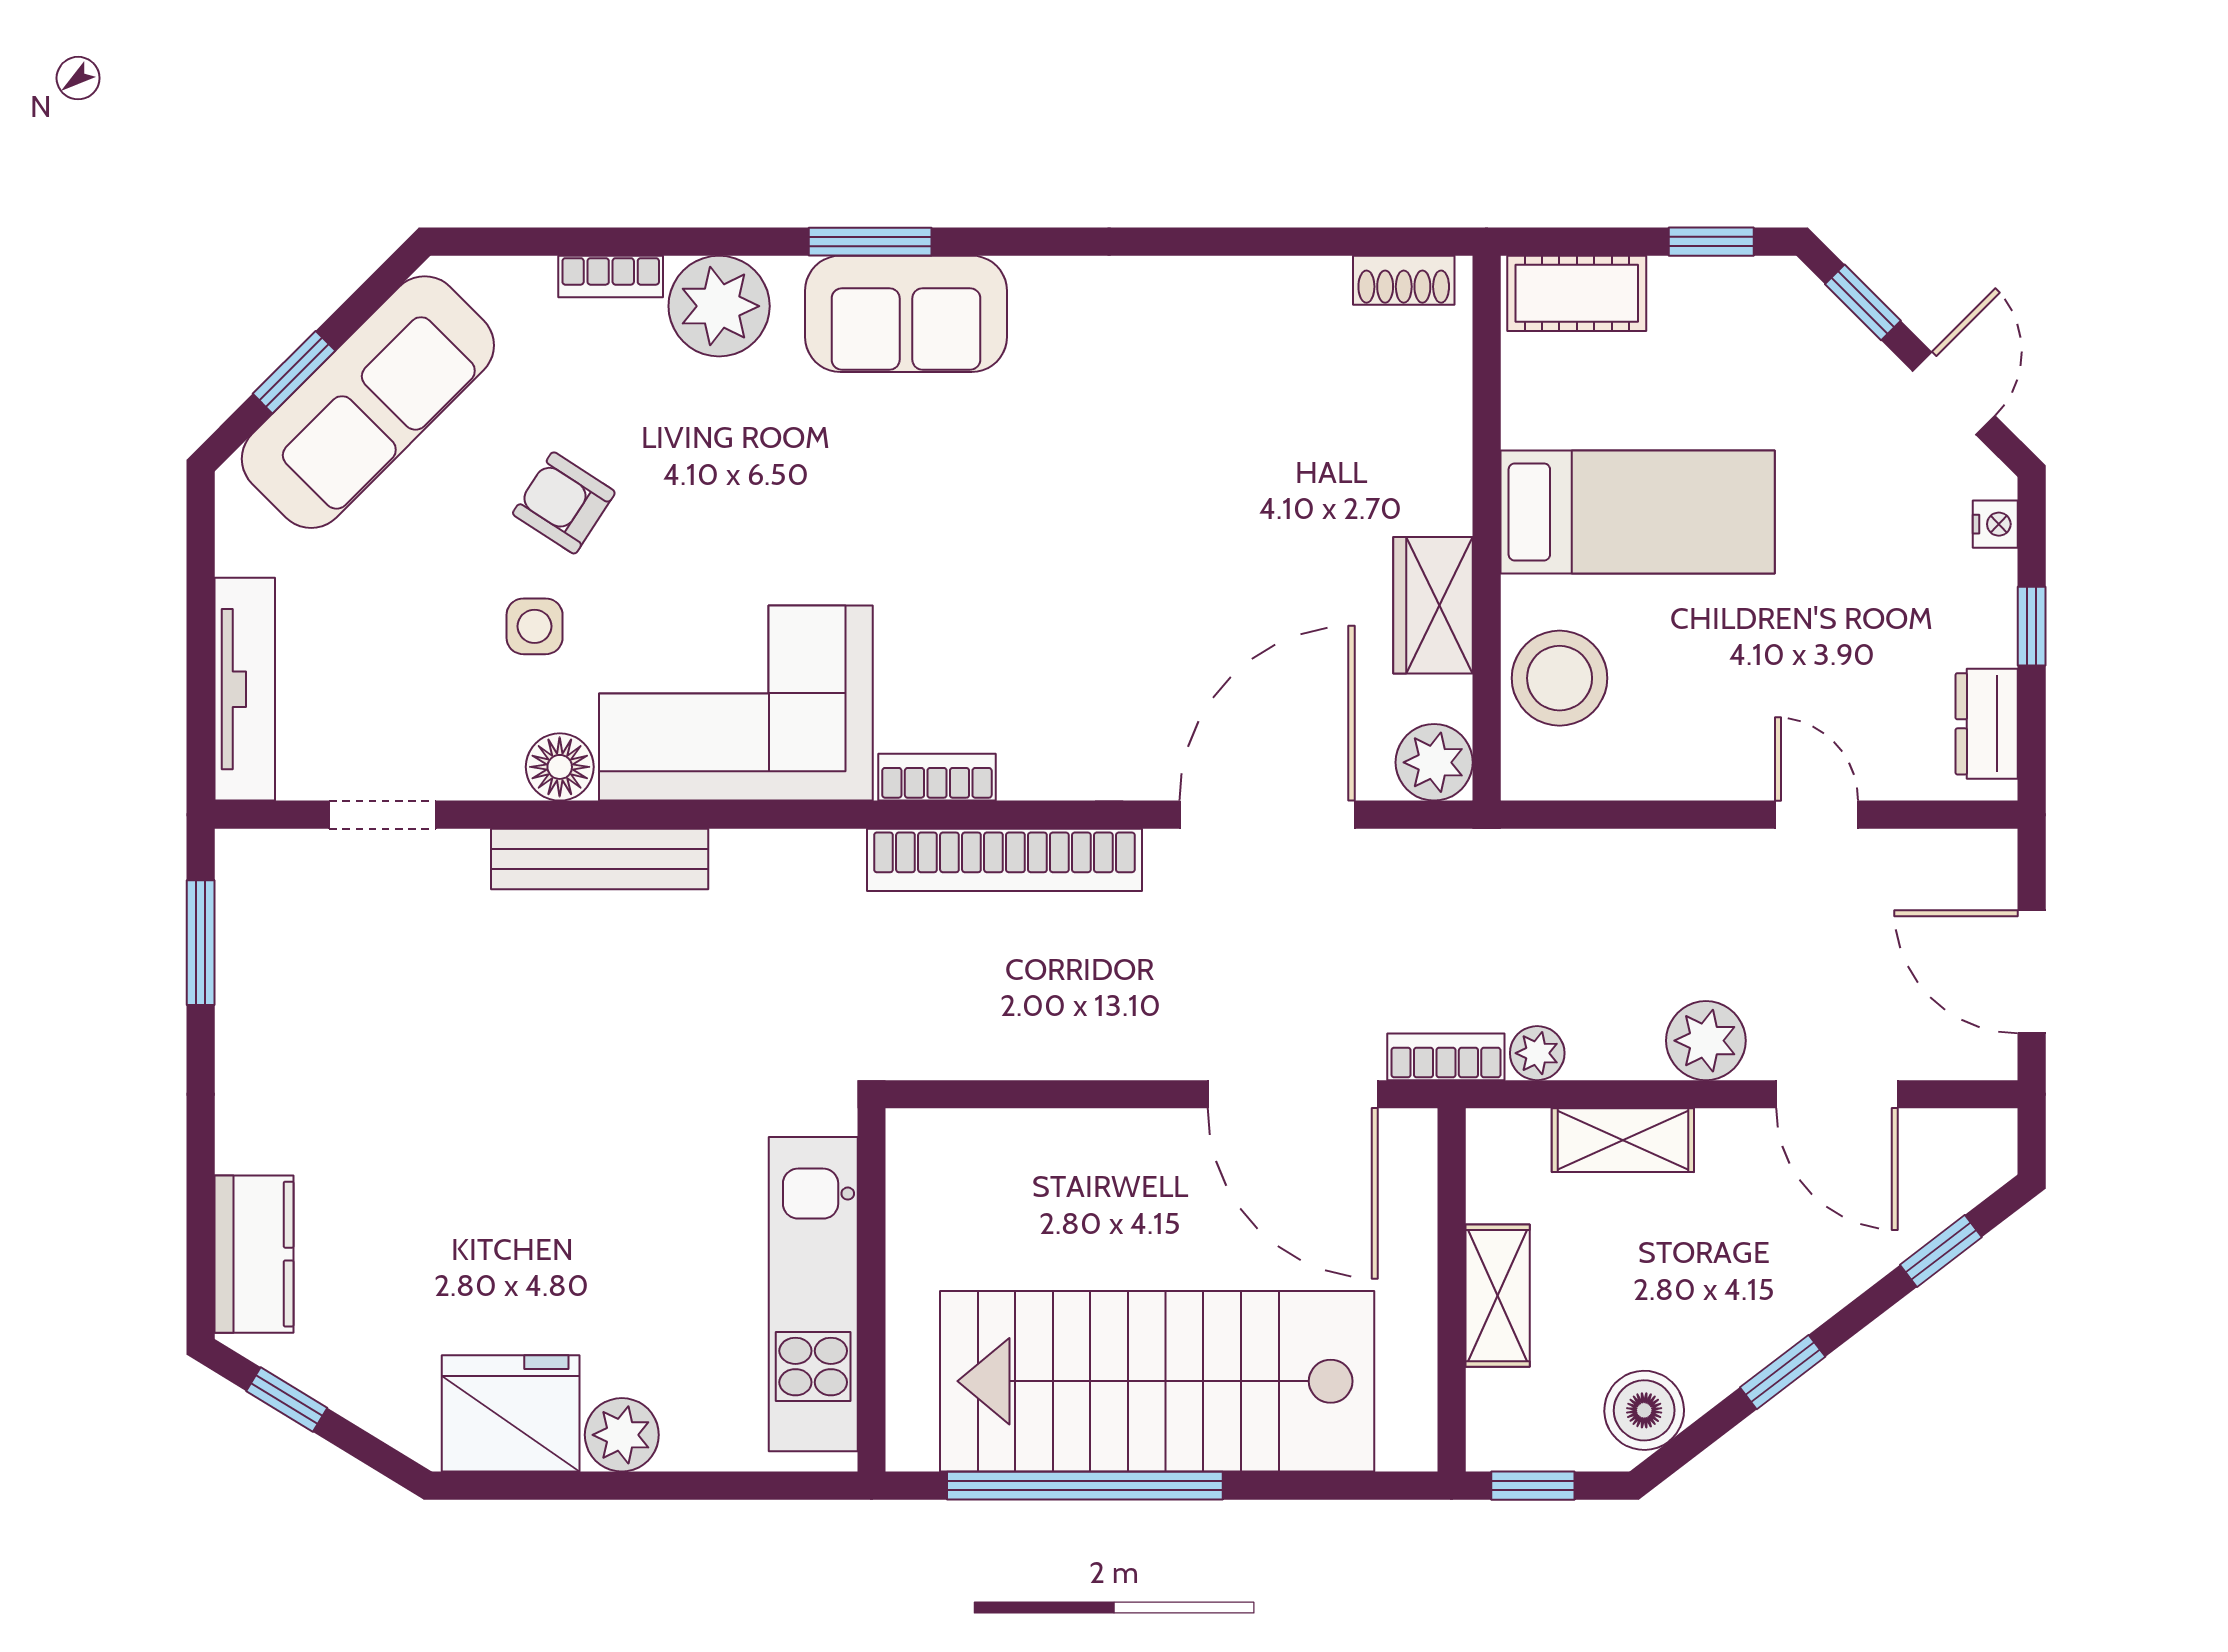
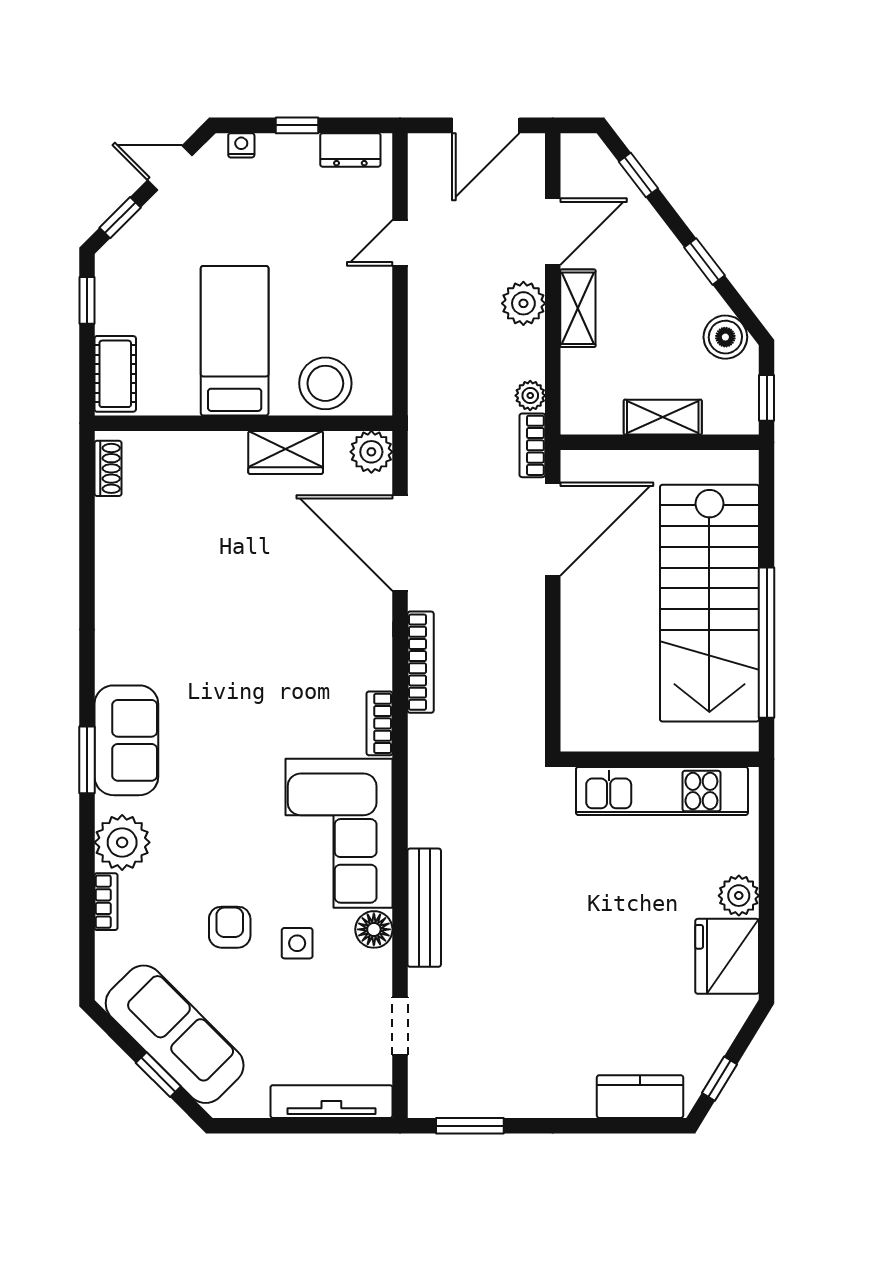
armchair: (564, 503) -> (230, 927), turned 147
bookcase: (1004, 860) -> (421, 662), width x0.68, depth x0.76
shelving: (1623, 1140) -> (578, 308), moved

